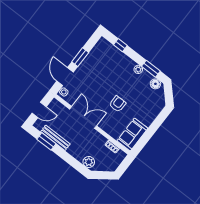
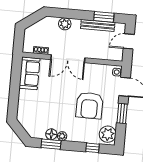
plant: (102, 48) -> (108, 134), added
floor lamp: (155, 84) -> (51, 134), moved
armchair: (118, 104) -> (89, 105), moved, width x1.88, depth x1.88
double door: (83, 117) -> (68, 59), moved
plant: (89, 162) -> (65, 24), moved

